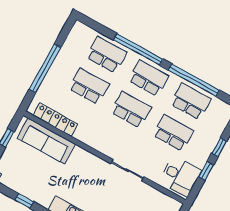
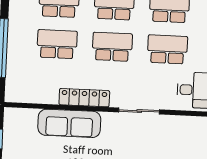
locker: (55, 120) -> (84, 98), moved
sofa: (46, 141) -> (69, 123), moved

